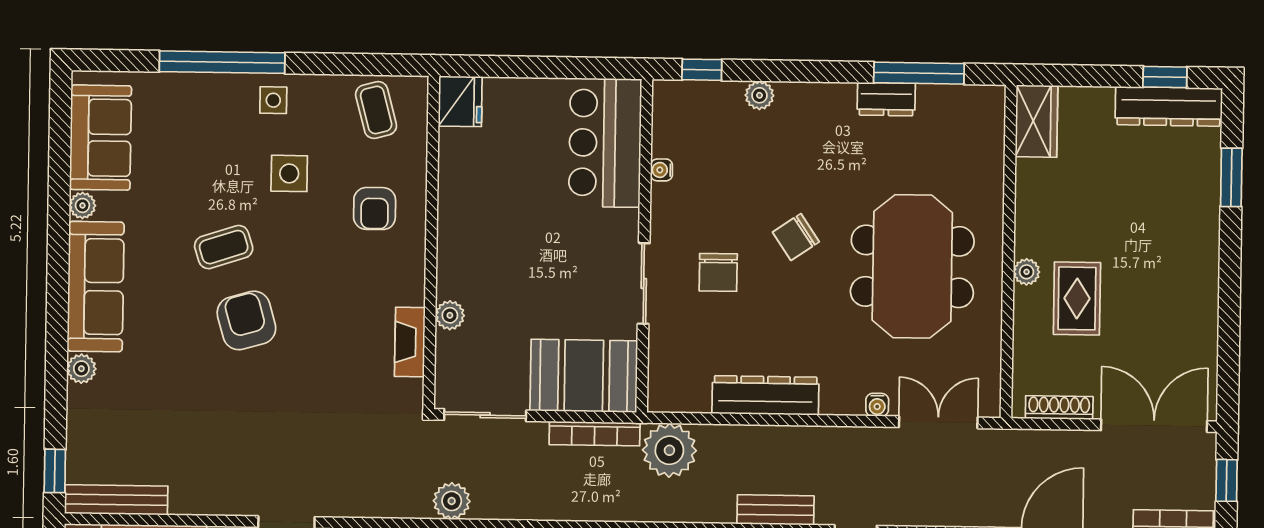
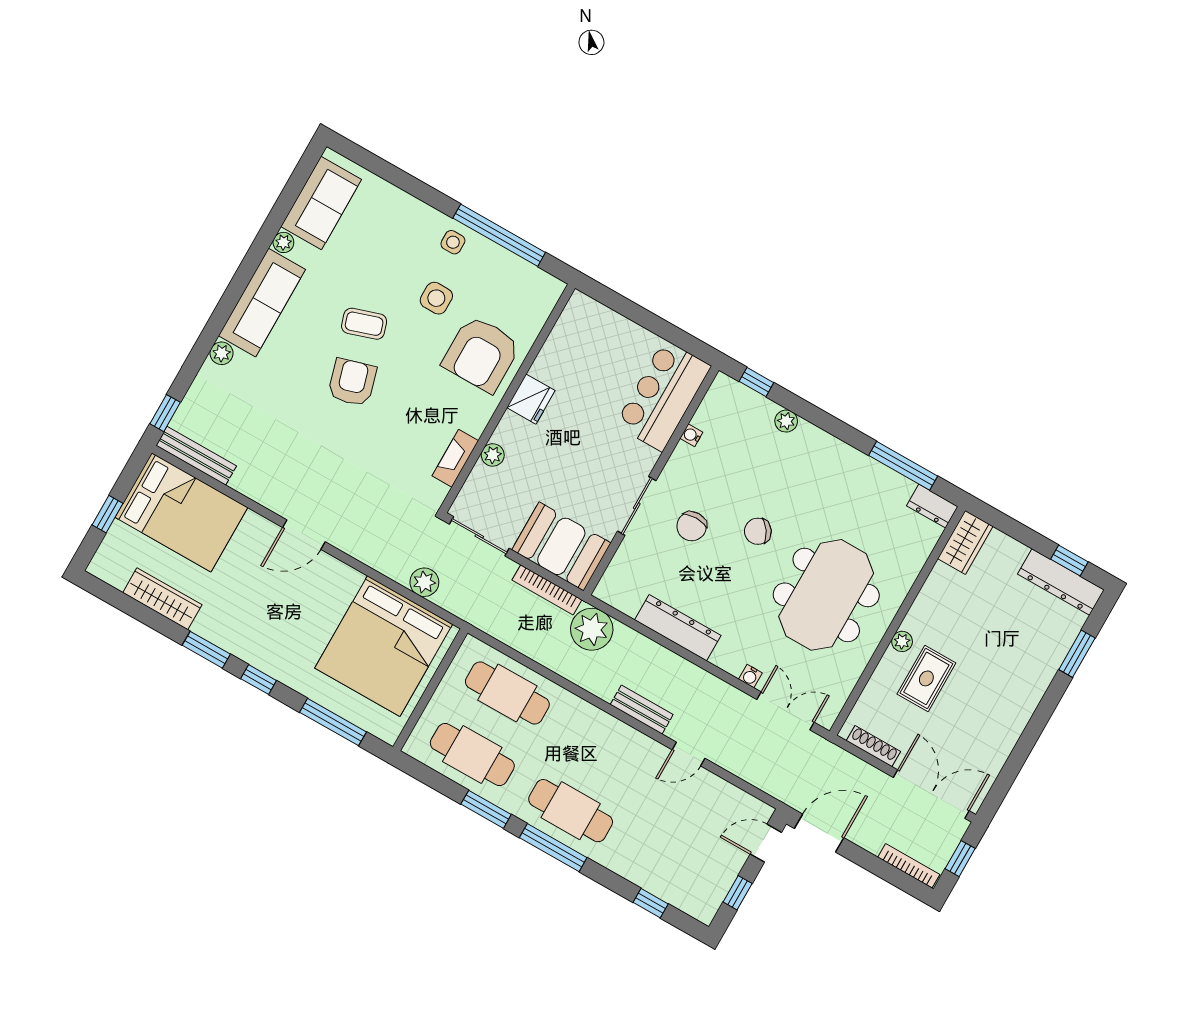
window: (222, 62) -> (499, 235), moved
dresser: (886, 99) -> (932, 506), moved
fridge: (460, 101) -> (531, 399), moved
coffee table: (376, 110) -> (519, 287), removed
armchair: (375, 209) -> (481, 354), width x1.88, depth x1.88

